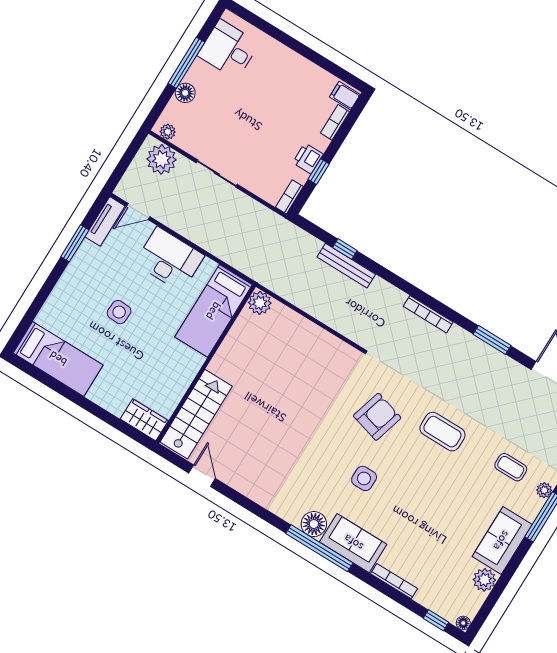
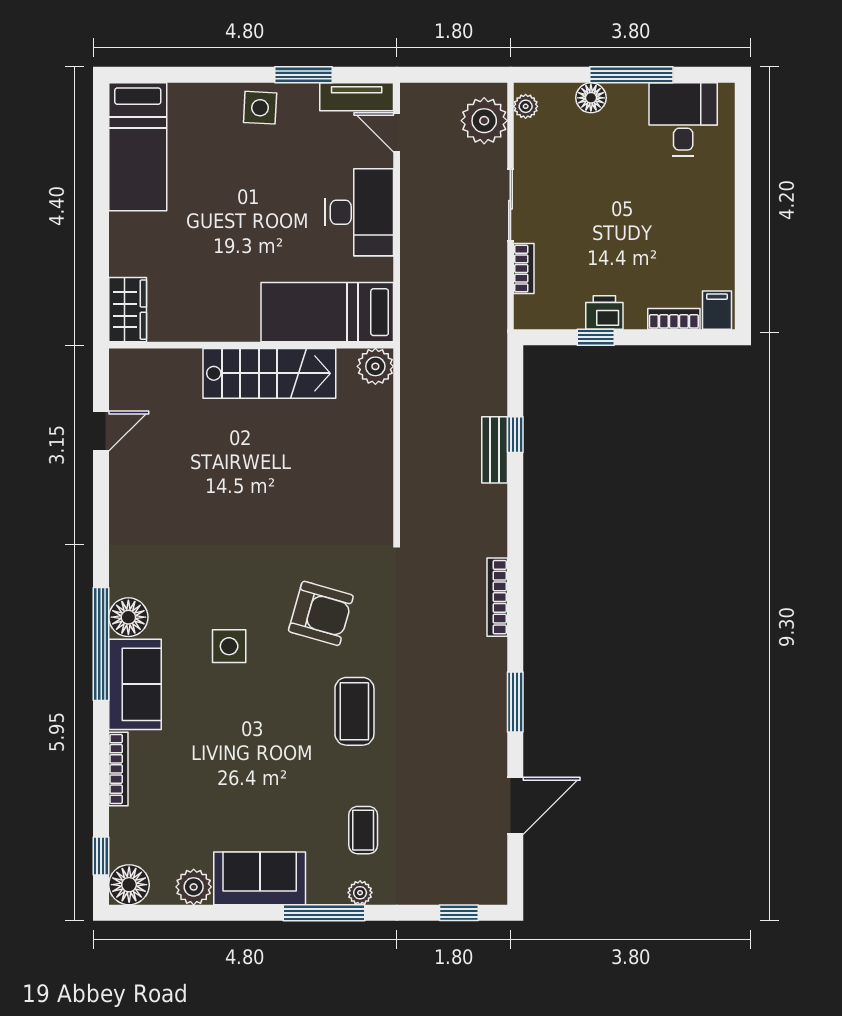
bookcase: (289, 197) -> (524, 269), moved, turned 90
bench: (346, 266) -> (495, 450), width x0.73
side table: (119, 312) -> (260, 108), moved
stairs: (196, 414) -> (269, 373), moved
floor lamp: (463, 623) -> (129, 885), width x1.89, depth x1.89

